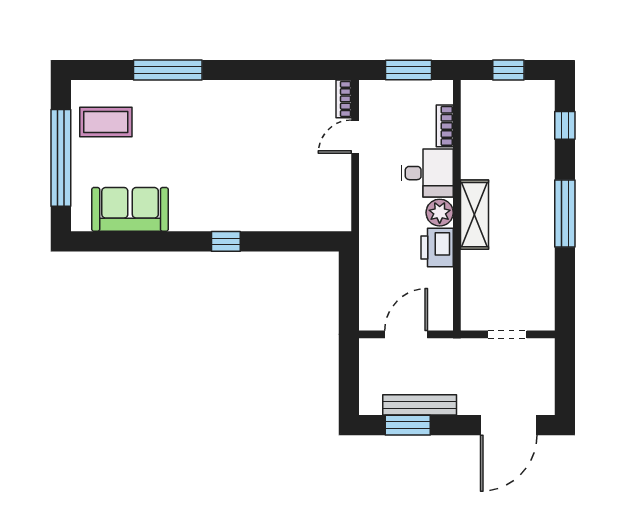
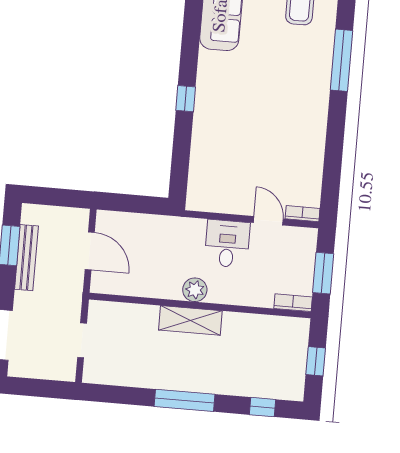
bookcase: (445, 126) -> (293, 303), moved
desk: (427, 173) -> (227, 244), moved, turned 180
printer: (437, 247) -> (164, 285), removed

